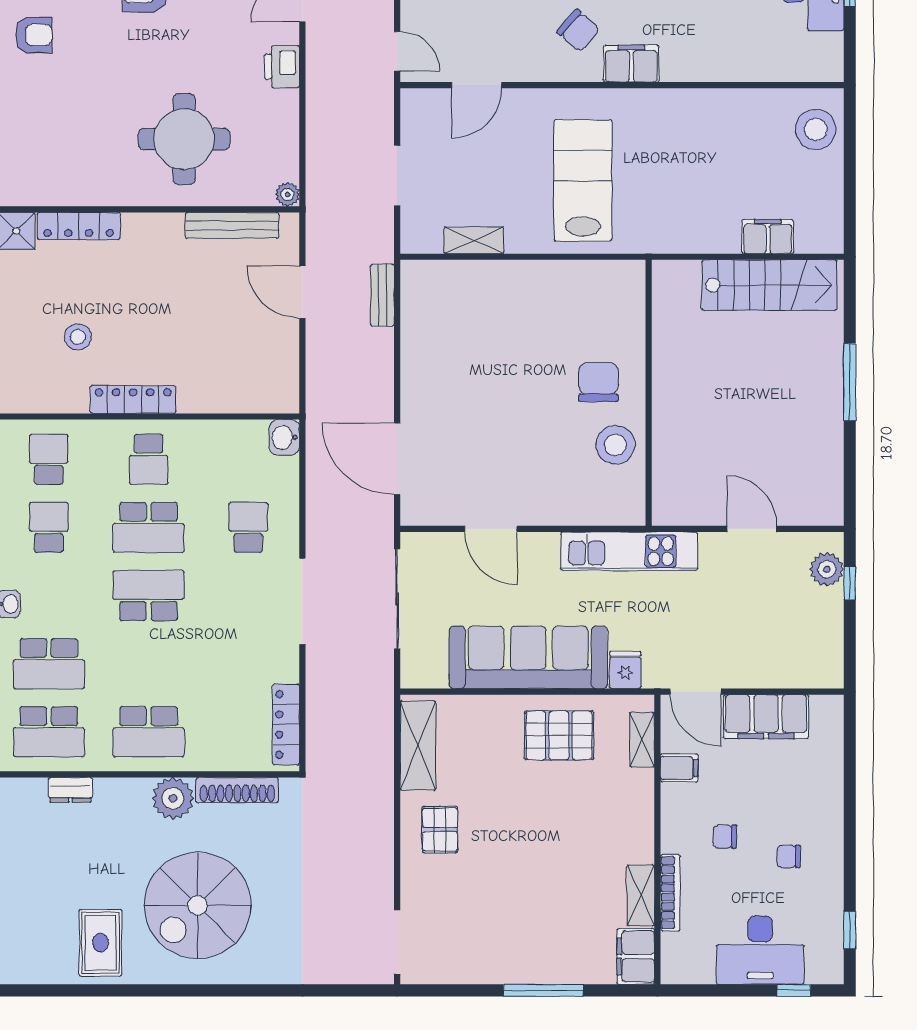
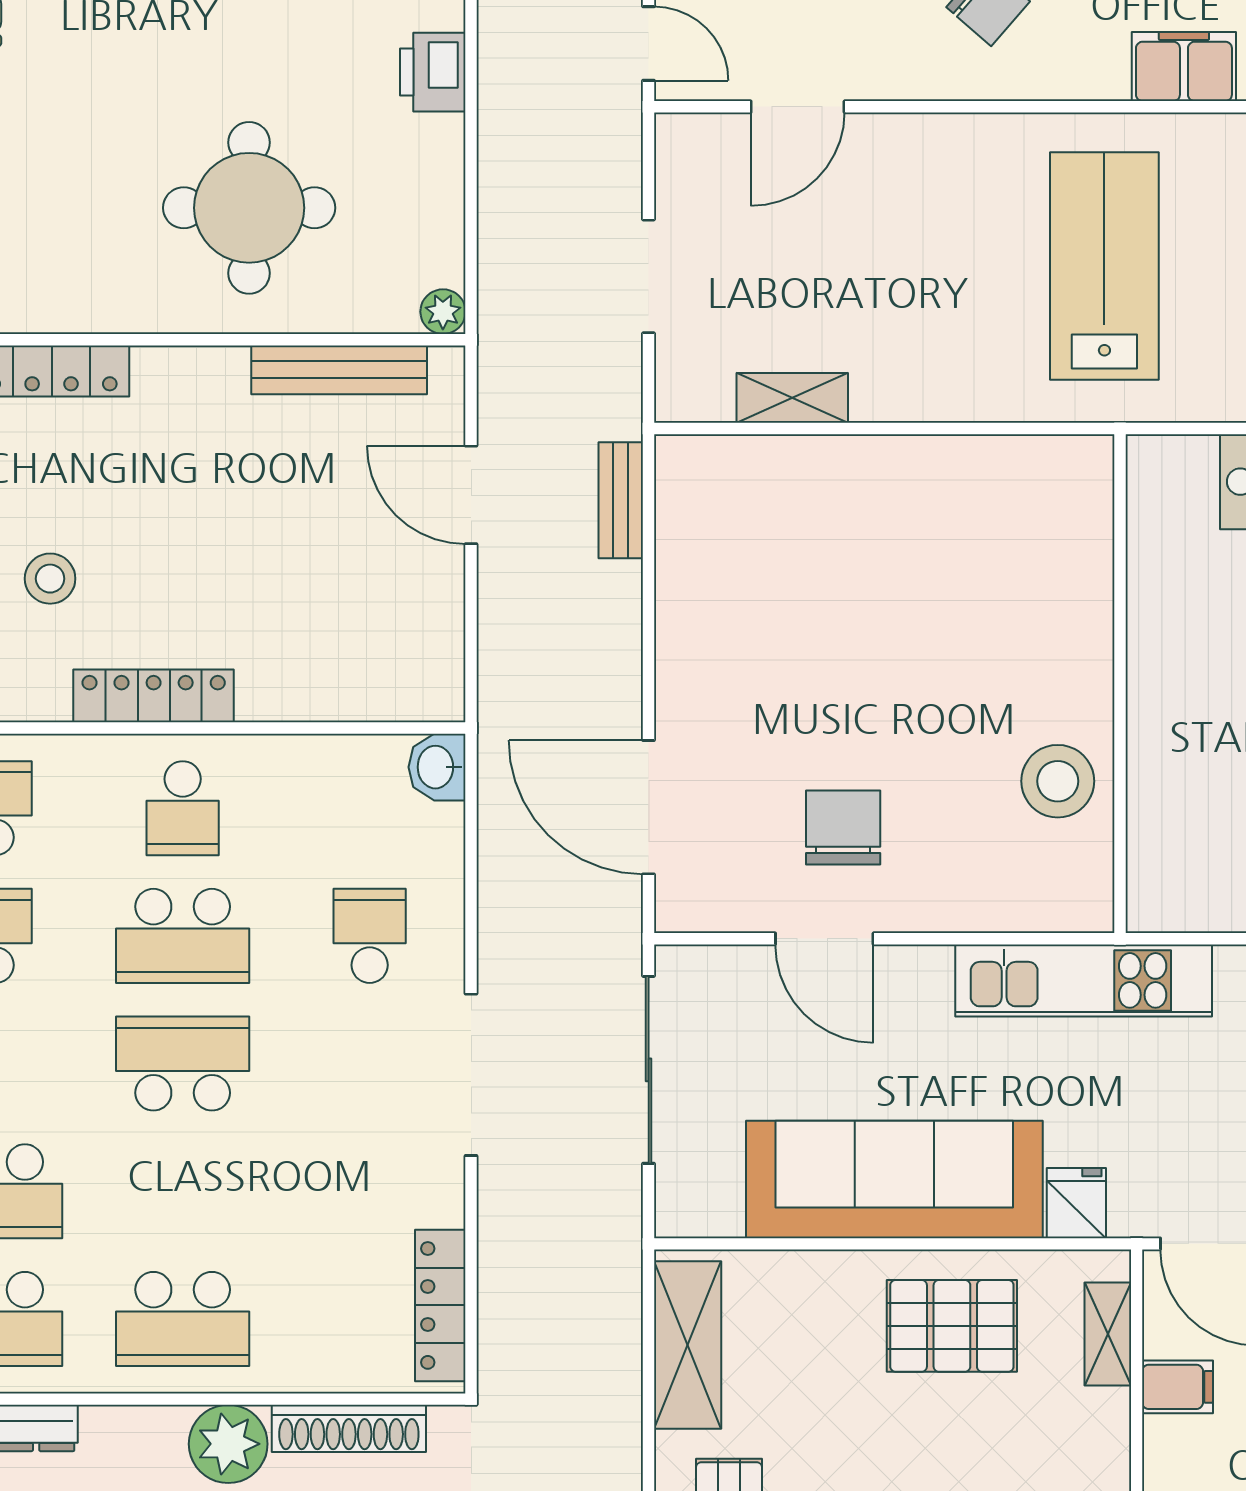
filing cabinet: (631, 64) -> (1184, 67), moved
lab bench: (583, 180) -> (1104, 266), moved
chair: (598, 382) -> (843, 828), moved

